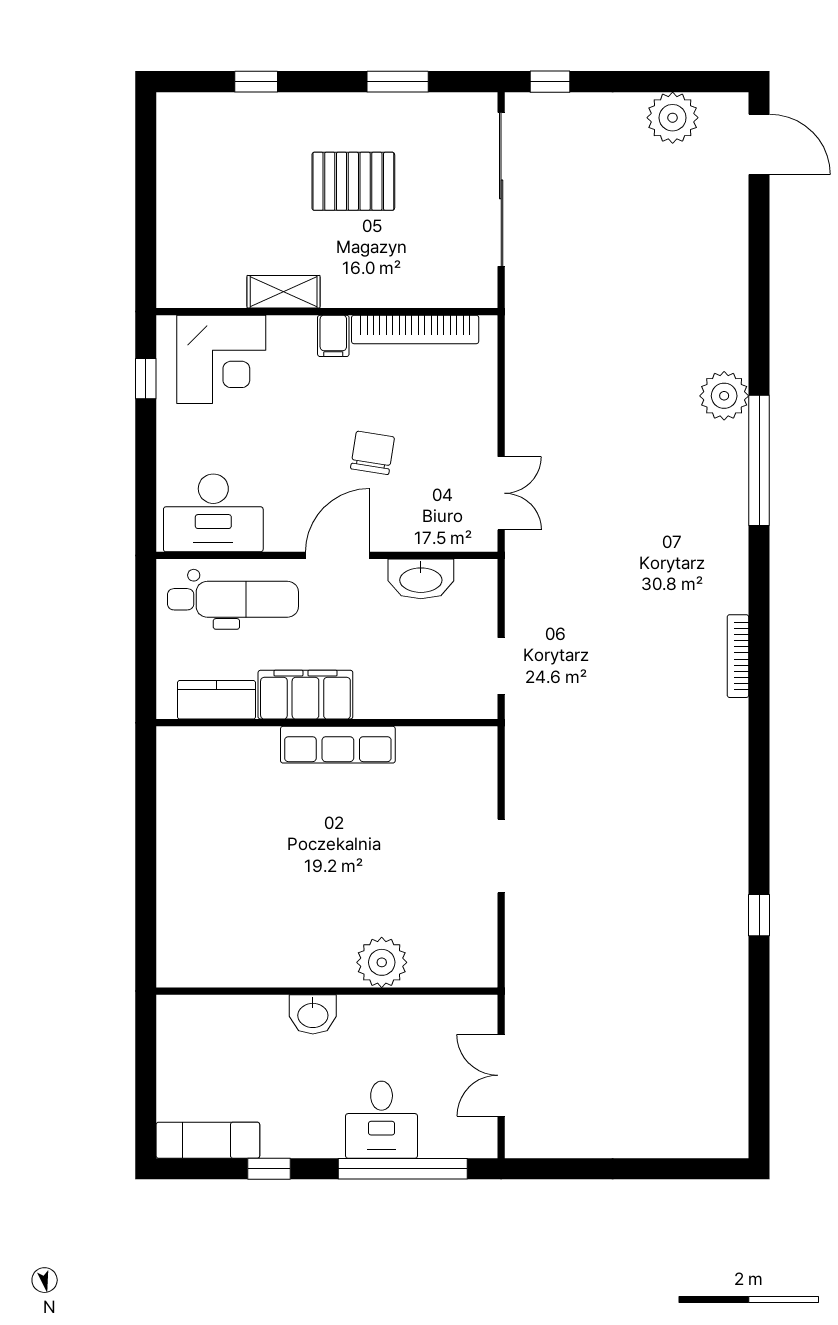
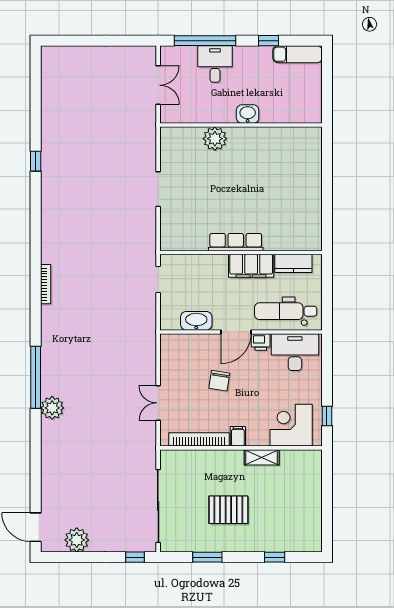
double door: (501, 493) -> (158, 403), moved
printer: (285, 534) -> (261, 342), added

